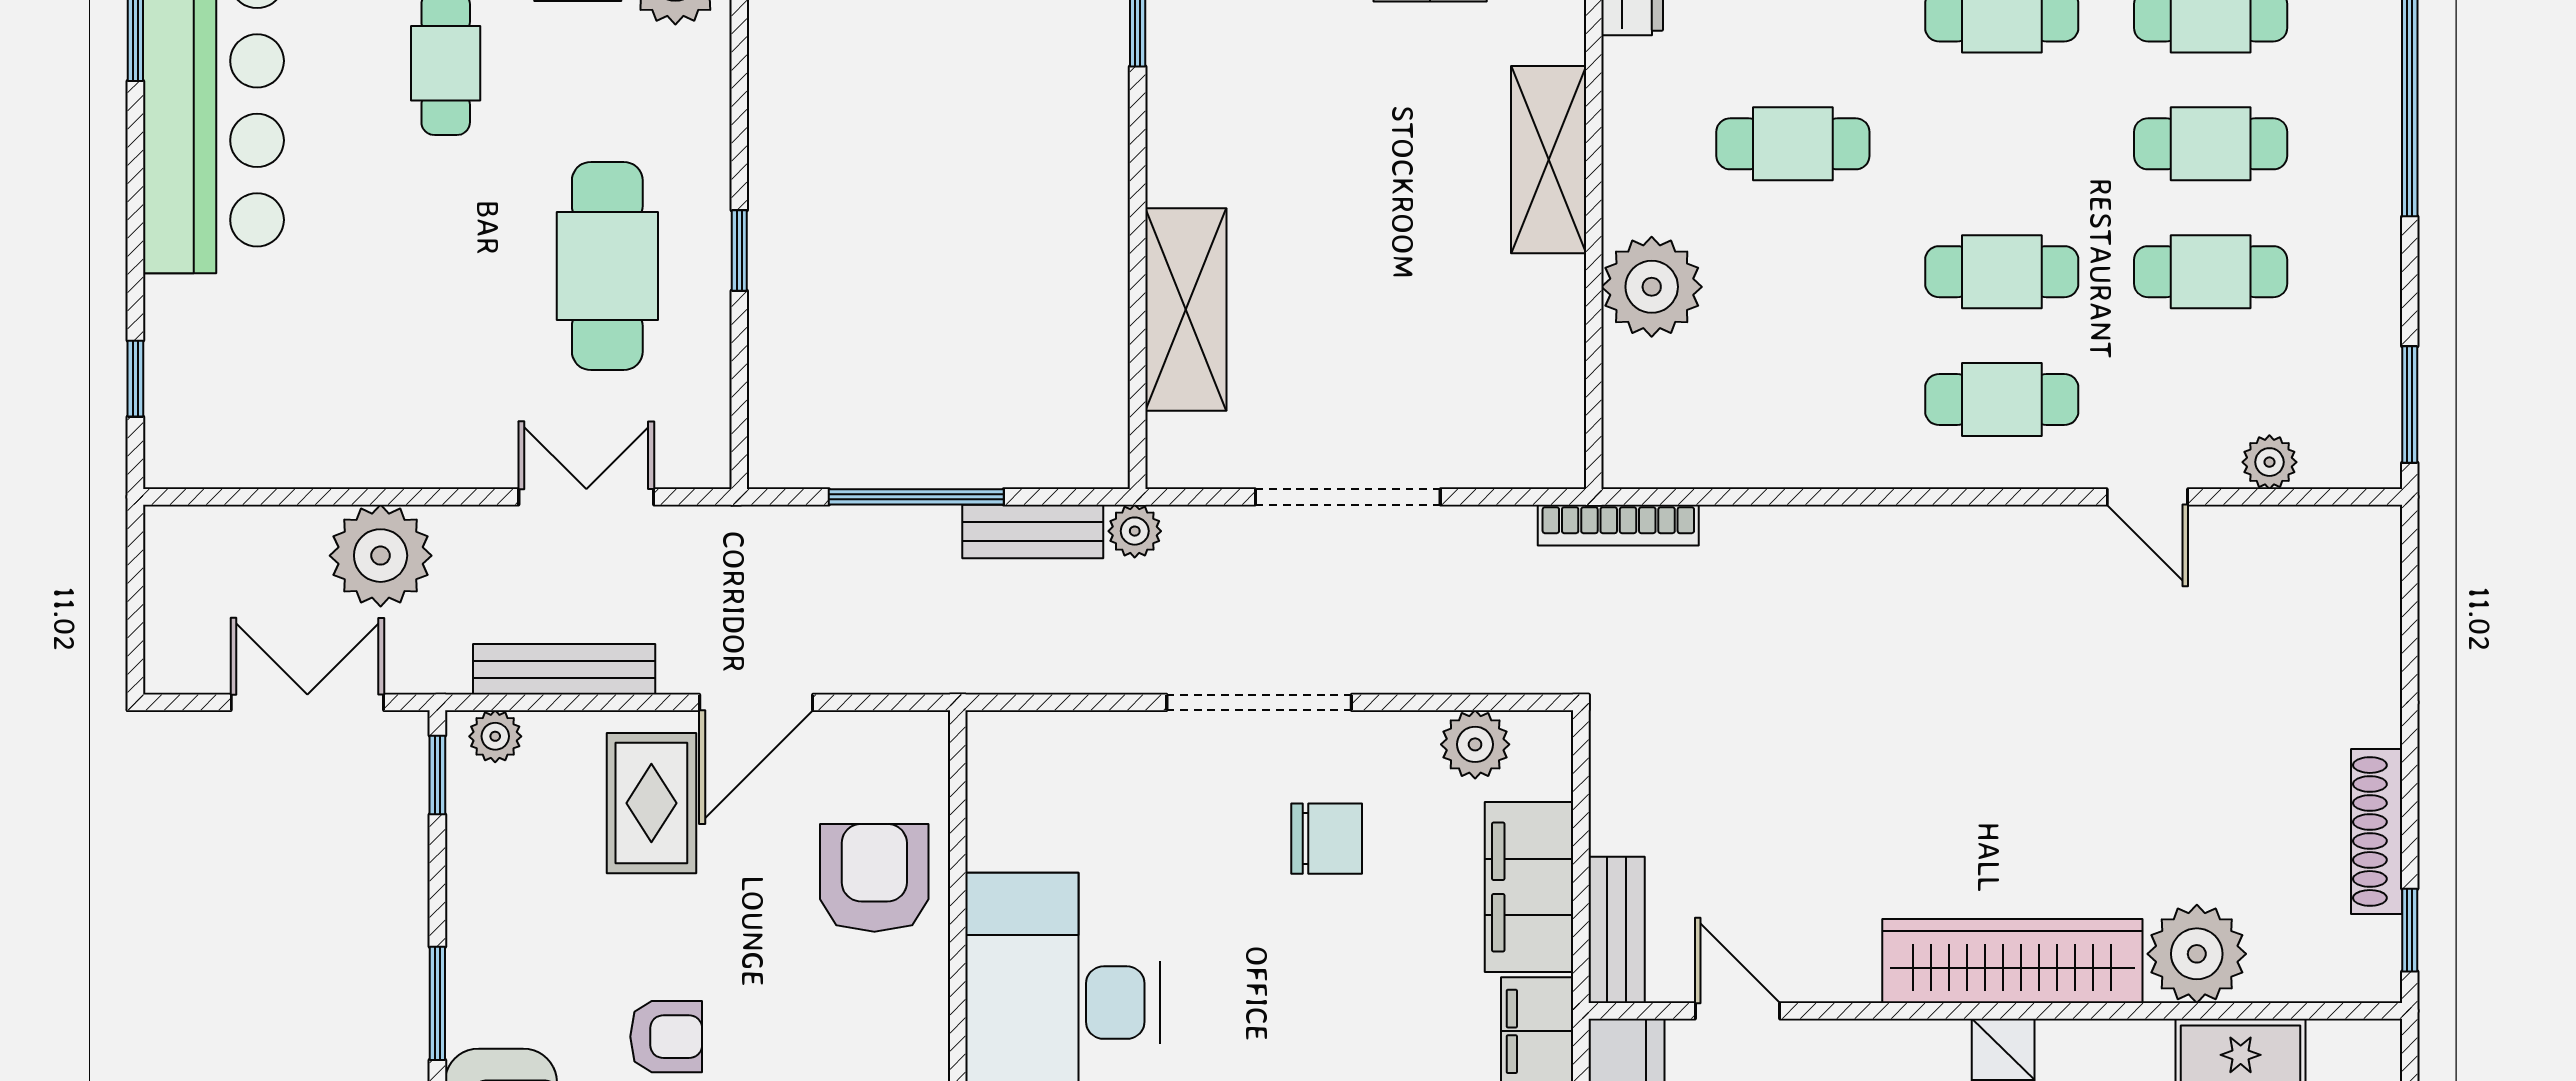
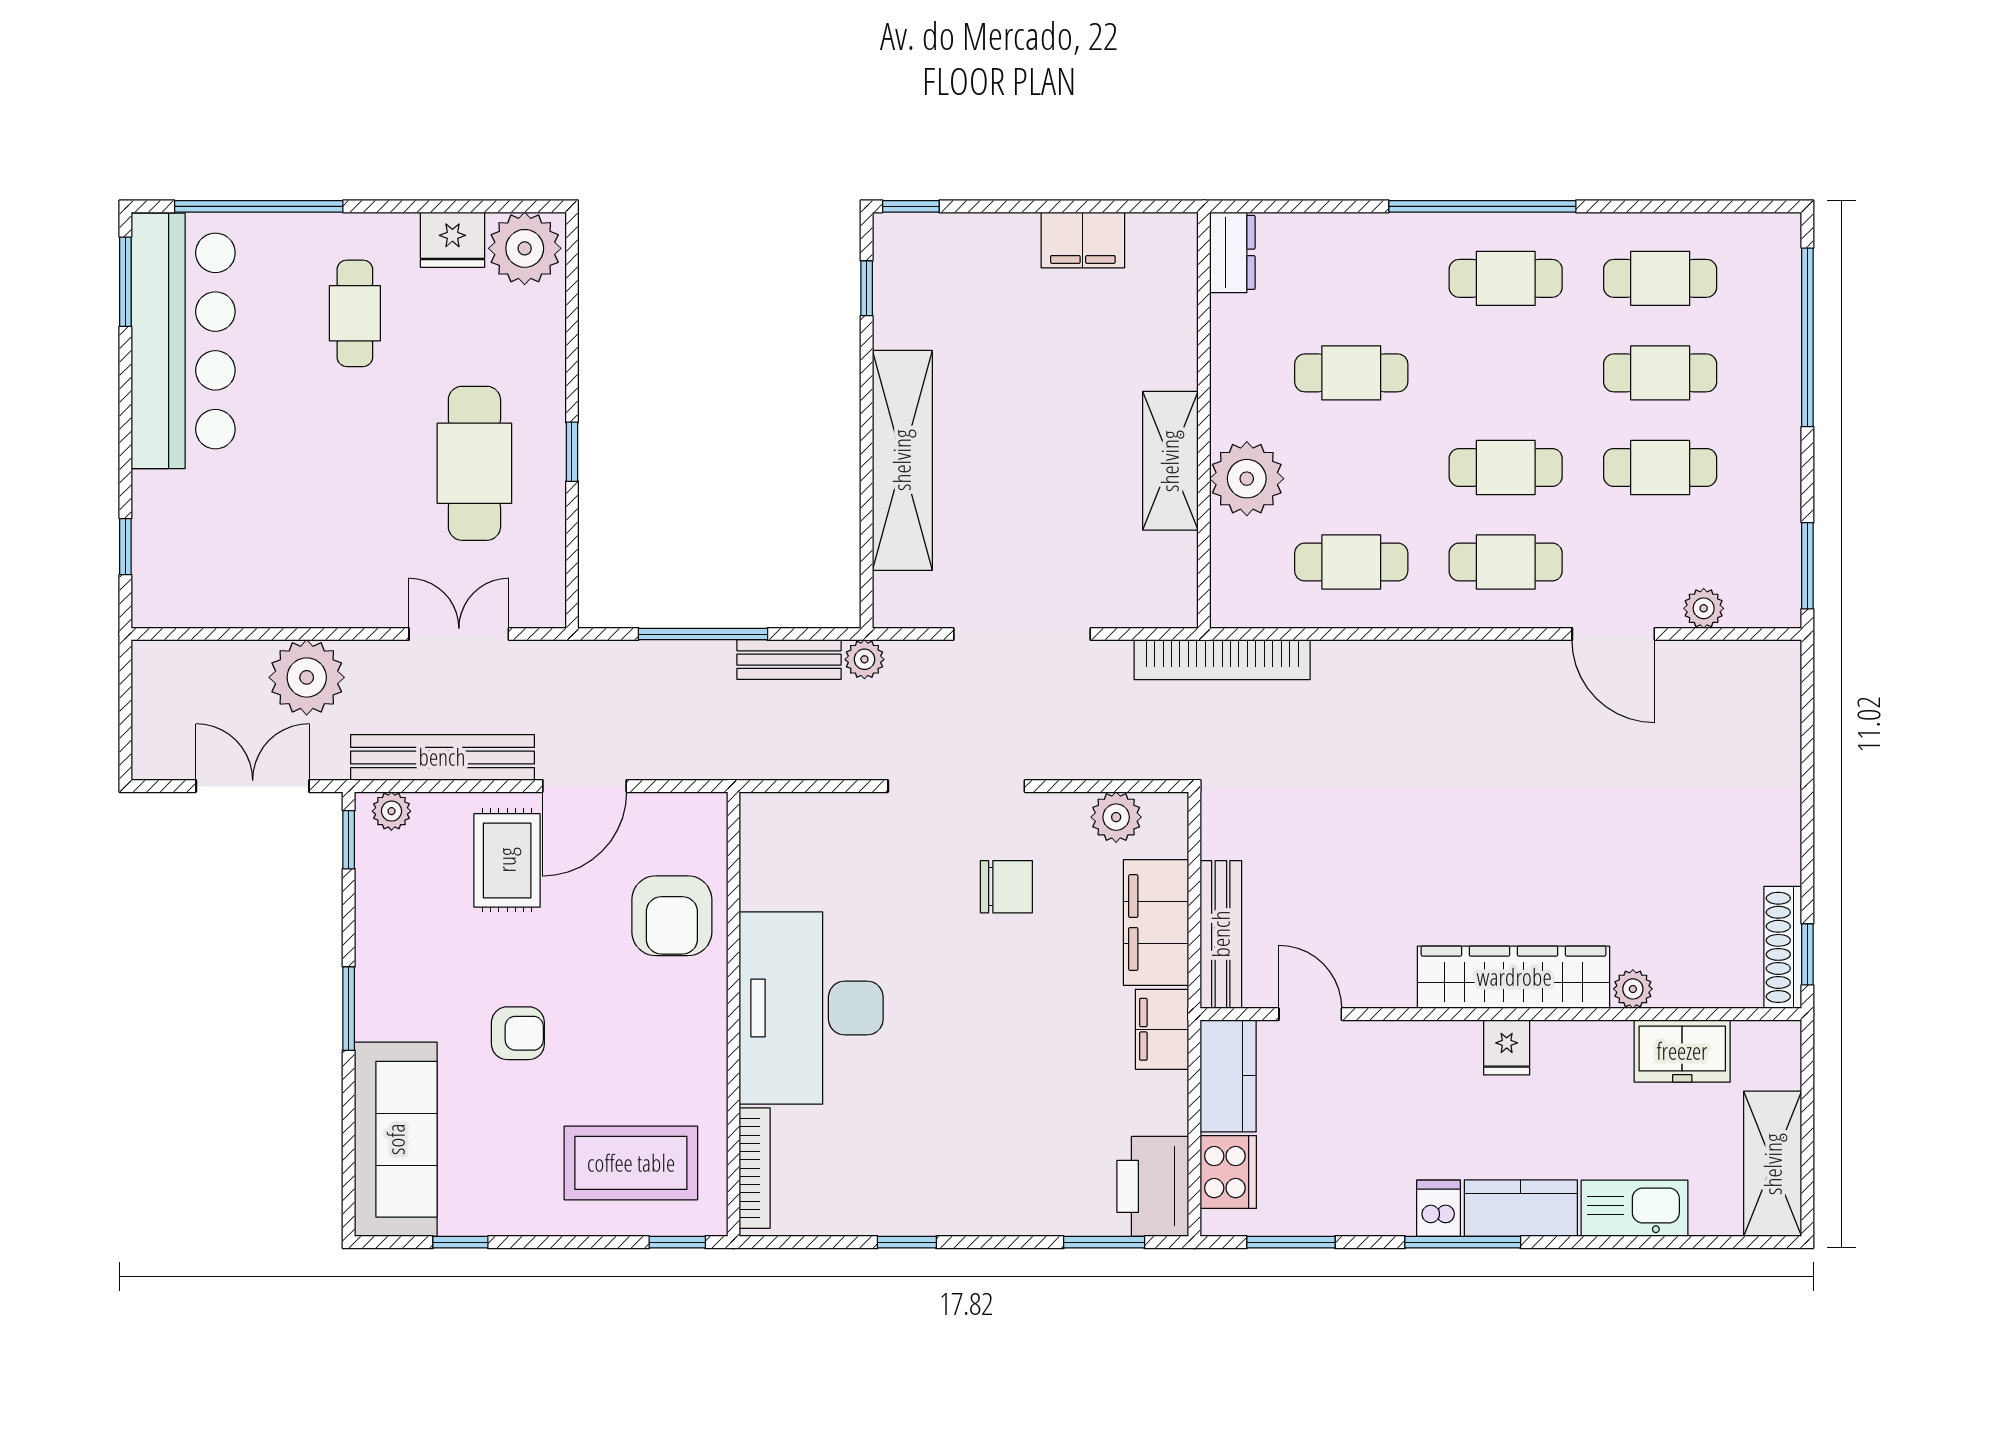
shelving: (1549, 160) -> (1170, 461), moved
shelving: (1186, 309) -> (902, 460), width x1.47
cafe table: (1793, 400) -> (1351, 562), added
door: (2147, 497) -> (1613, 634), width x1.38
bookcase: (1618, 525) -> (1222, 660), width x1.48, depth x1.31
bench: (564, 669) -> (442, 757), width x1.37, depth x1.21
shoe rack: (2377, 831) -> (1783, 947), moved
armchair: (874, 878) -> (672, 916), turned 180
bench: (1617, 930) -> (1221, 934), width x1.36
plant: (2197, 954) -> (1633, 989), width x0.53, depth x0.53

